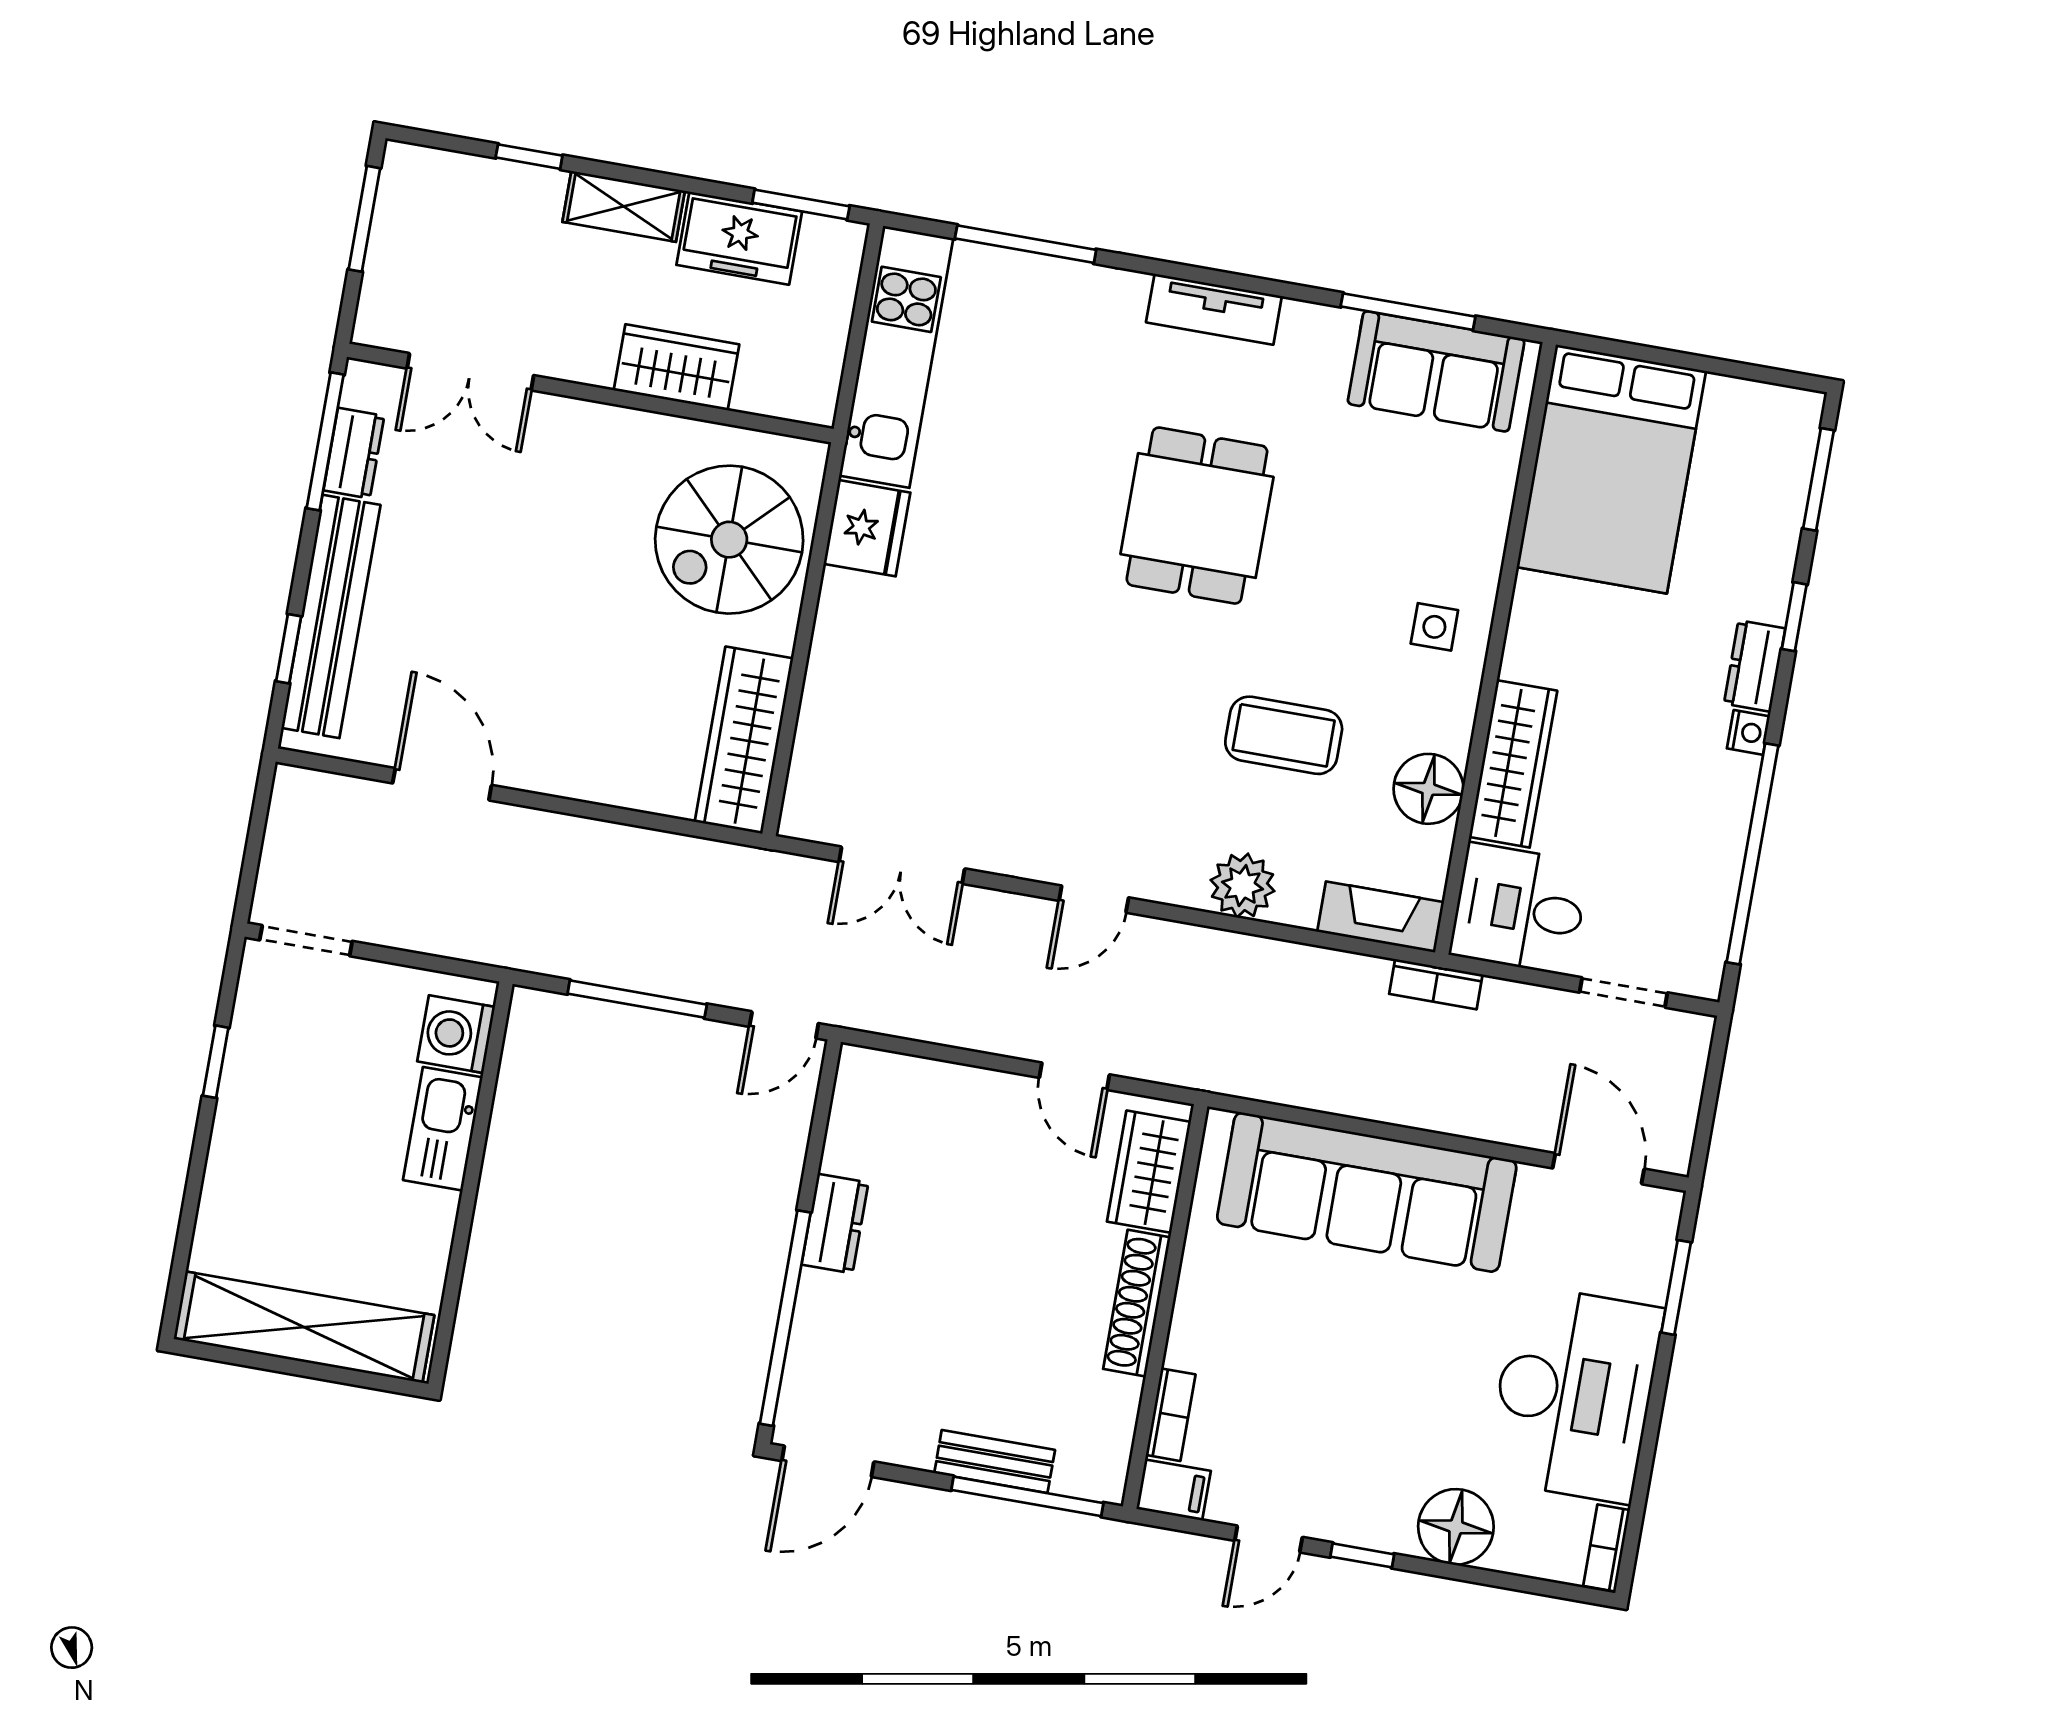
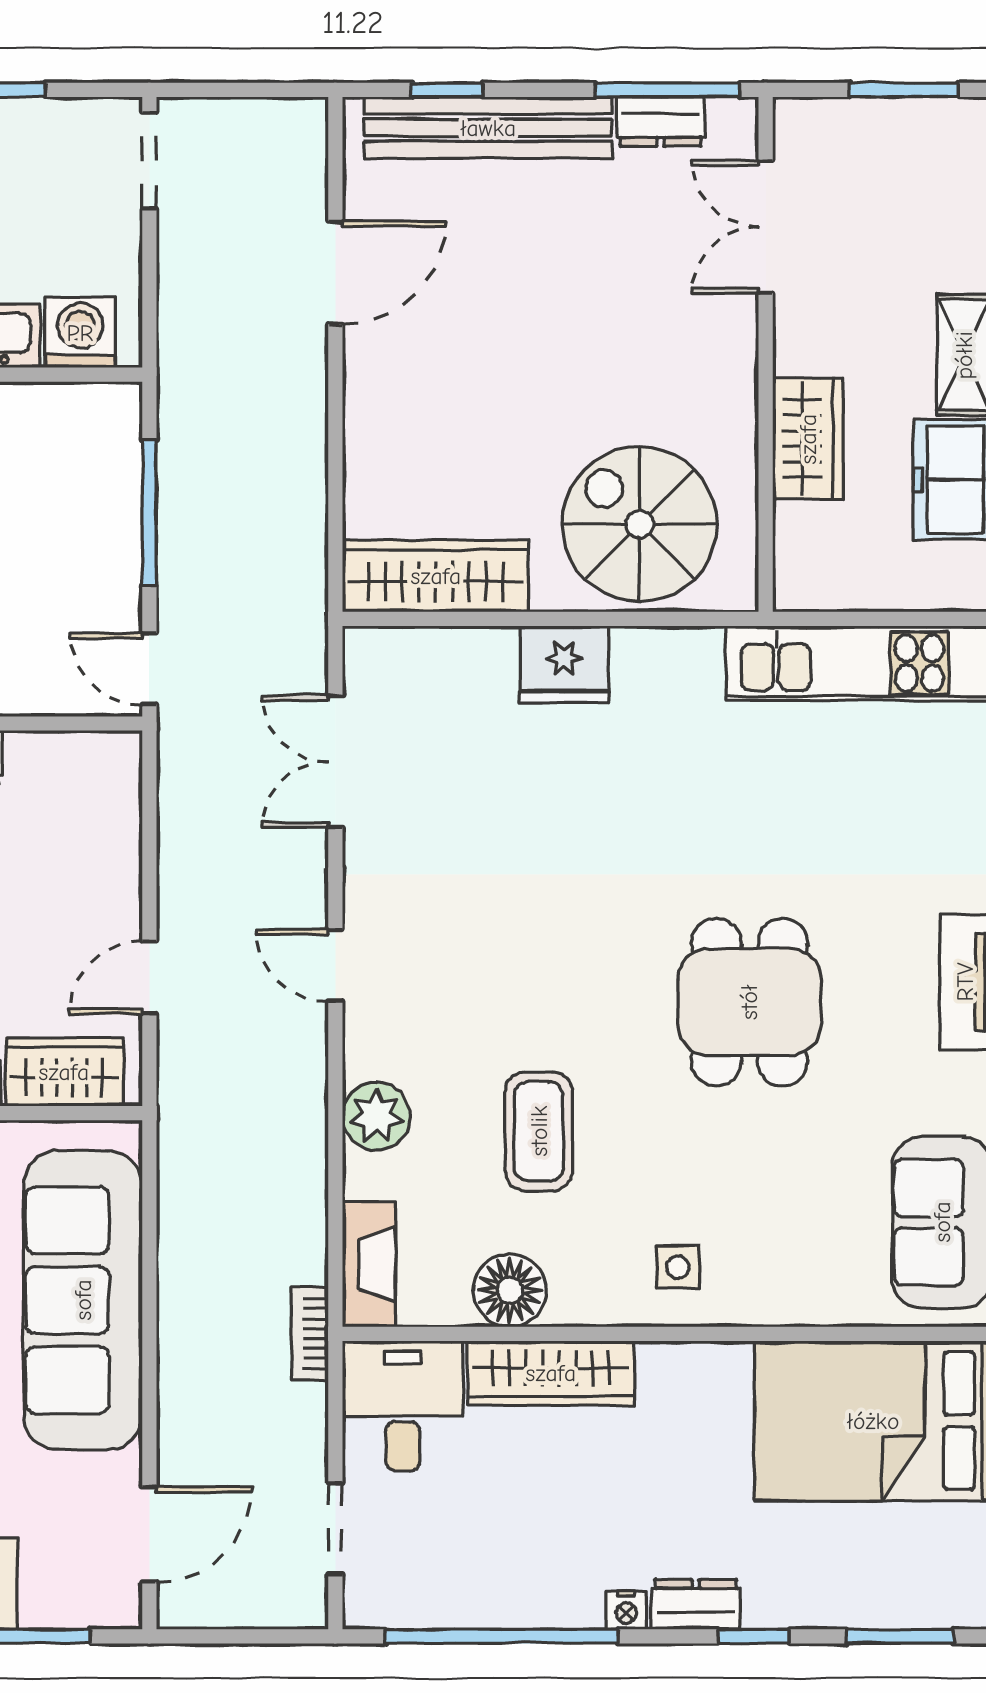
dining table: (1197, 516) -> (749, 1002), turned 90
fridge: (867, 528) -> (564, 664), moved

